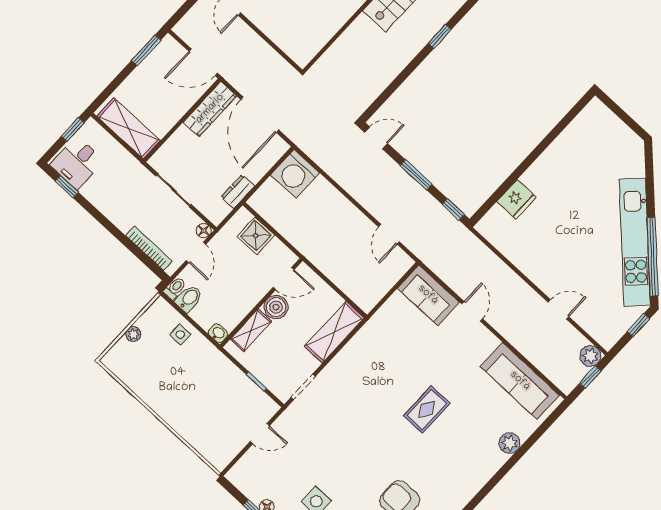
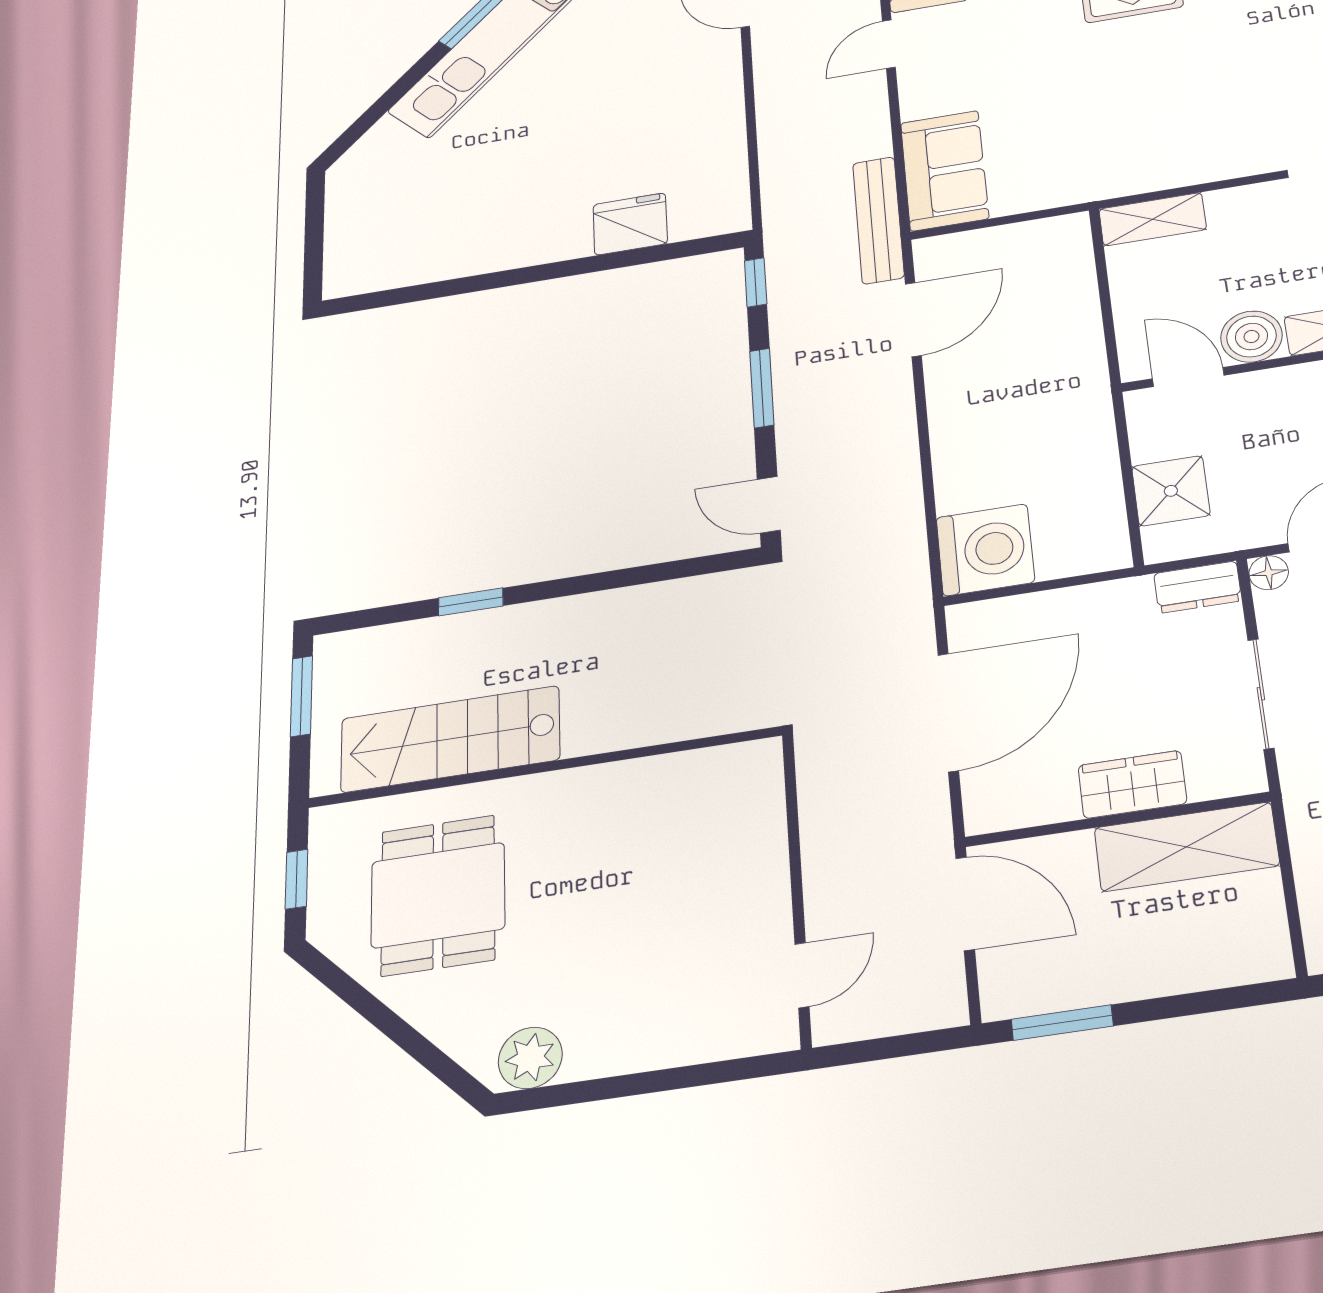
wardrobe: (210, 109) -> (1132, 784), moved, width x0.67
shelving: (129, 128) -> (1187, 847), moved, turned 90
dresser: (238, 192) -> (1198, 587), moved
door: (389, 234) -> (913, 320), width x1.37
bench: (434, 261) -> (878, 220), added
door: (472, 311) -> (889, 44), moved
shelving: (334, 332) -> (1153, 219), width x0.67, depth x0.75

